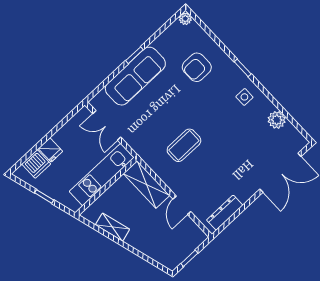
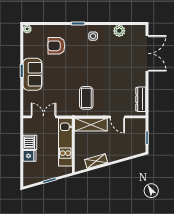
armchair: (197, 67) -> (56, 46), turned 90
sofa: (135, 76) -> (32, 74), width x0.73
double door: (107, 125) -> (43, 117), swing flipped
coffee table: (184, 145) -> (86, 98), moved
dishwasher: (36, 164) -> (30, 142), moved

